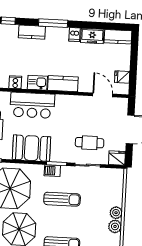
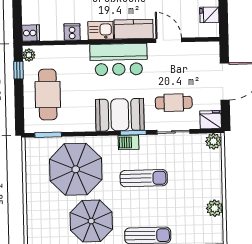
door: (103, 95) -> (169, 40), moved
bar counter: (32, 105) -> (119, 59), moved
booth: (32, 148) -> (120, 115), moved
plant: (116, 213) -> (214, 141), moved

